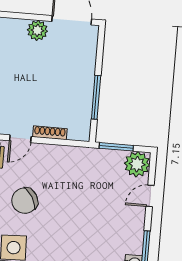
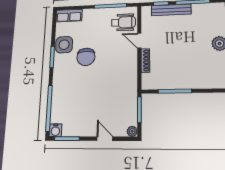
plant: (137, 164) -> (132, 131), width x0.53, depth x0.53
chair: (25, 201) -> (86, 57), moved, turned -149

